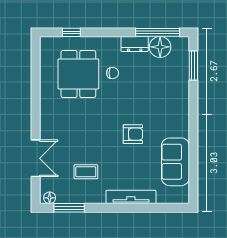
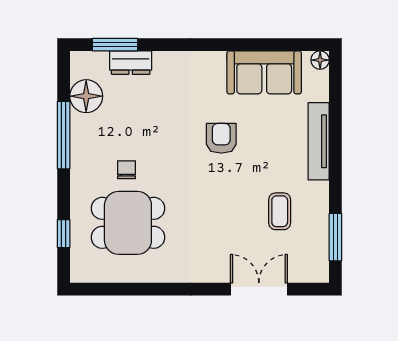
window: (158, 32) -> (64, 135), moved
dresser: (135, 44) -> (131, 63), moved, turned 90
floor lamp: (50, 198) -> (320, 60), moved

